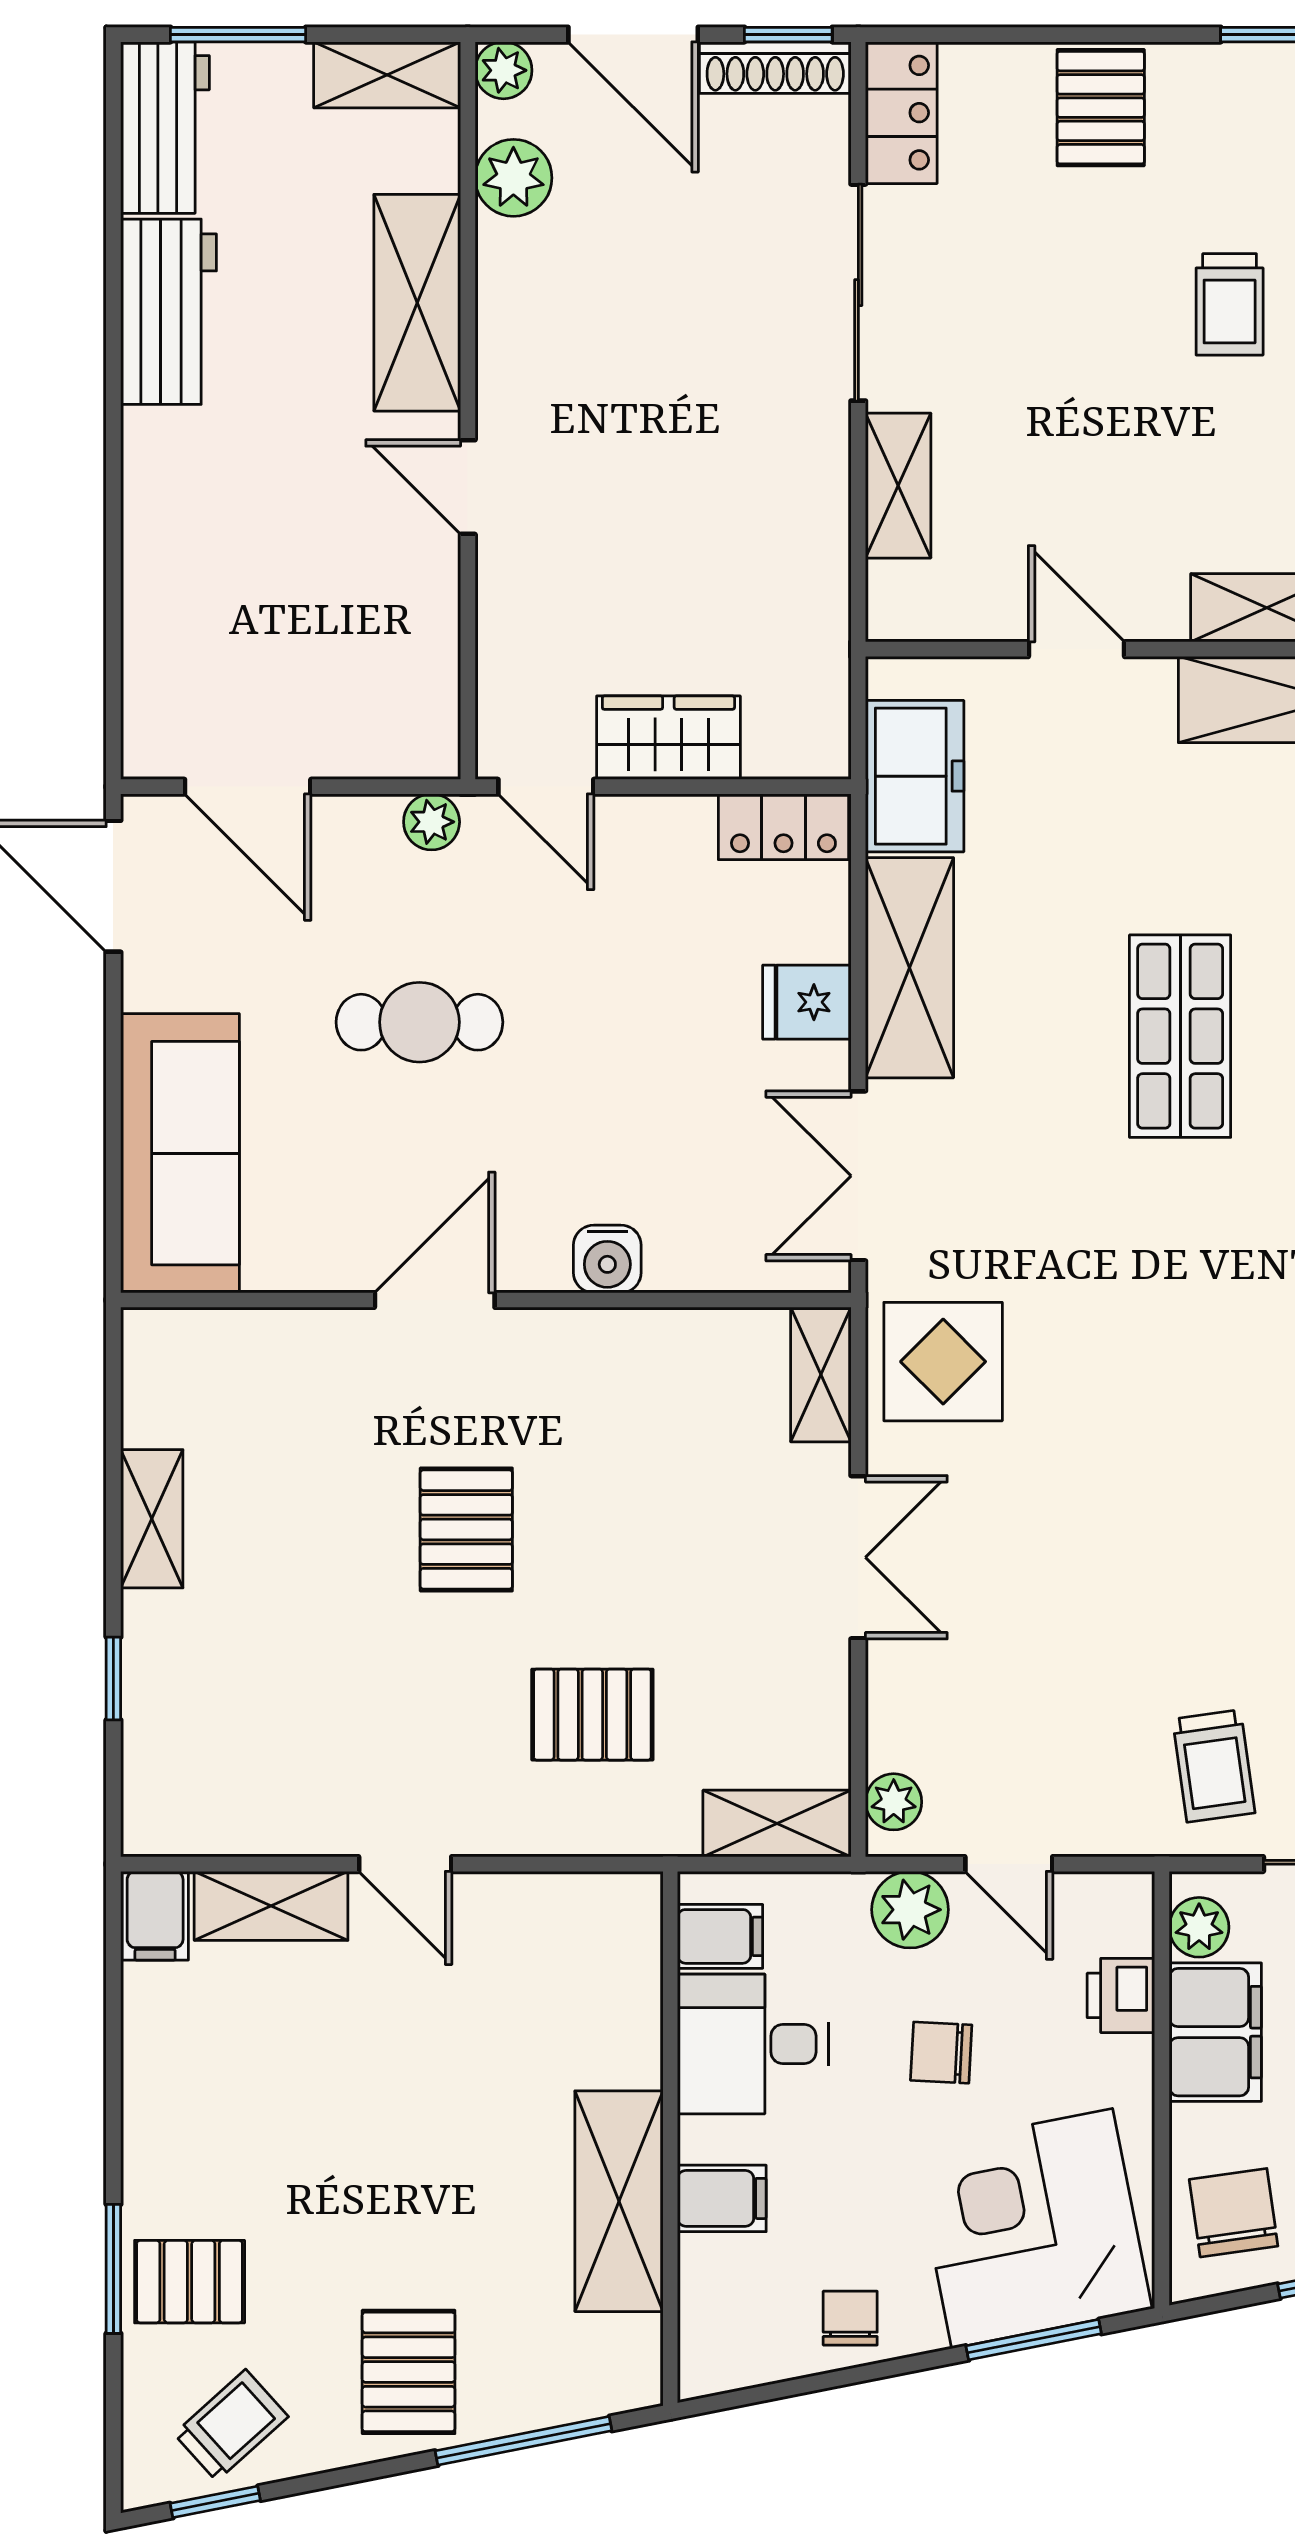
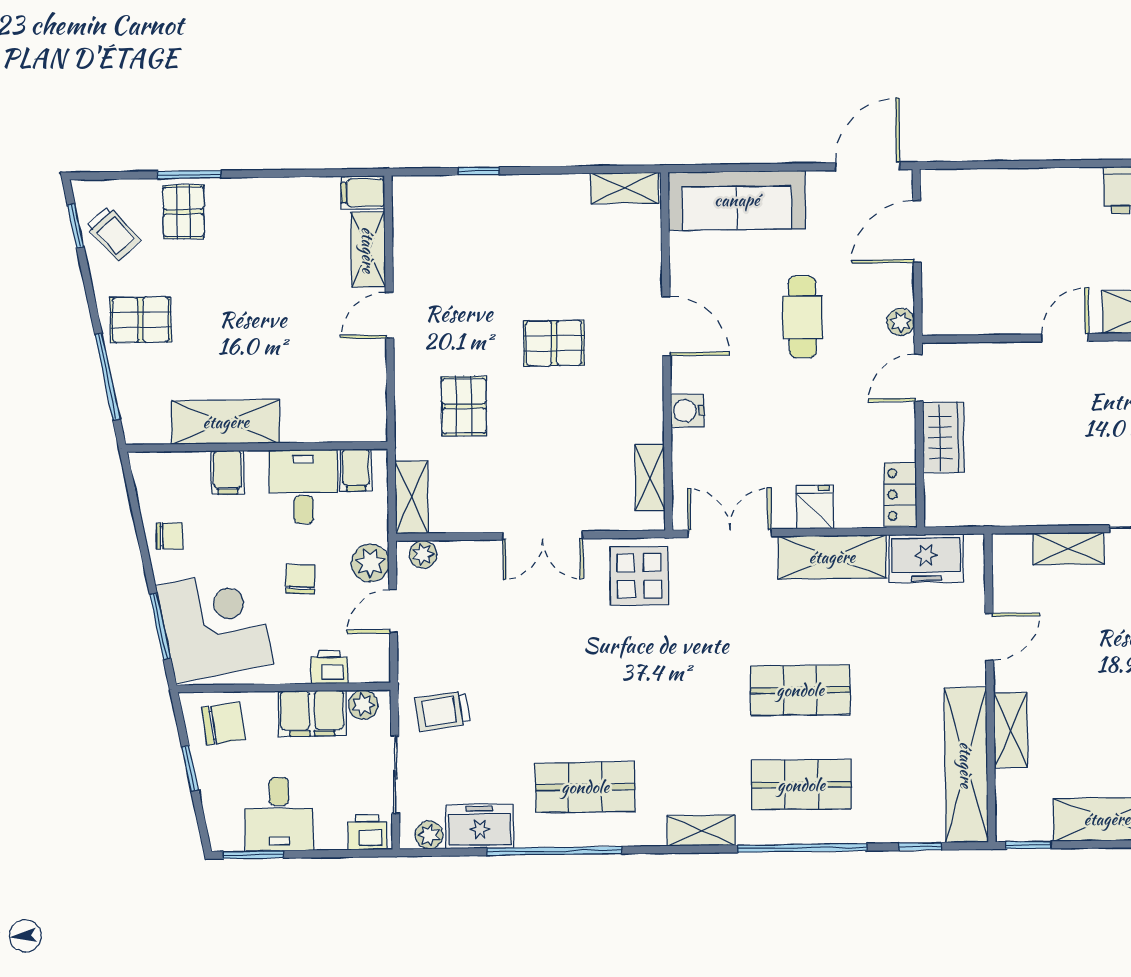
shelving: (821, 1375) -> (650, 477), moved, turned 90
shelving: (152, 1519) -> (624, 188), moved

